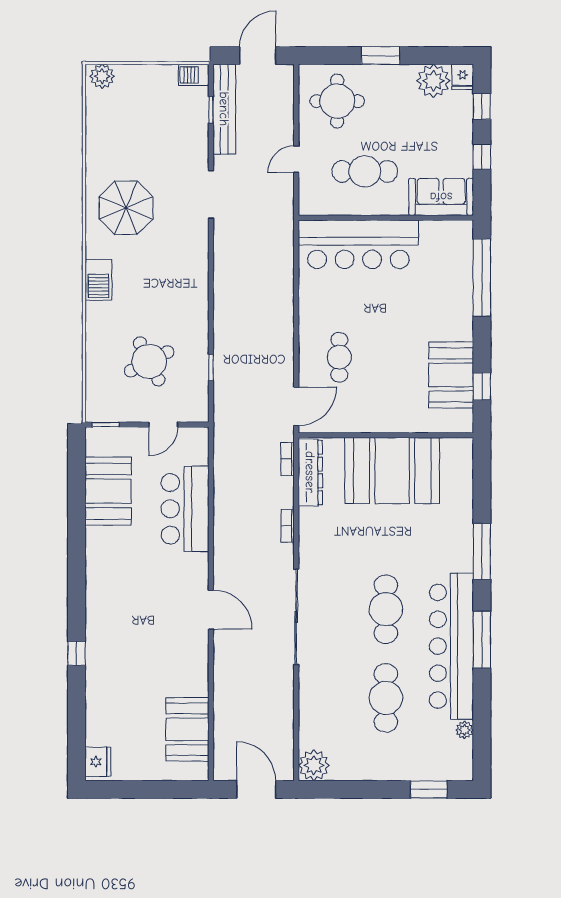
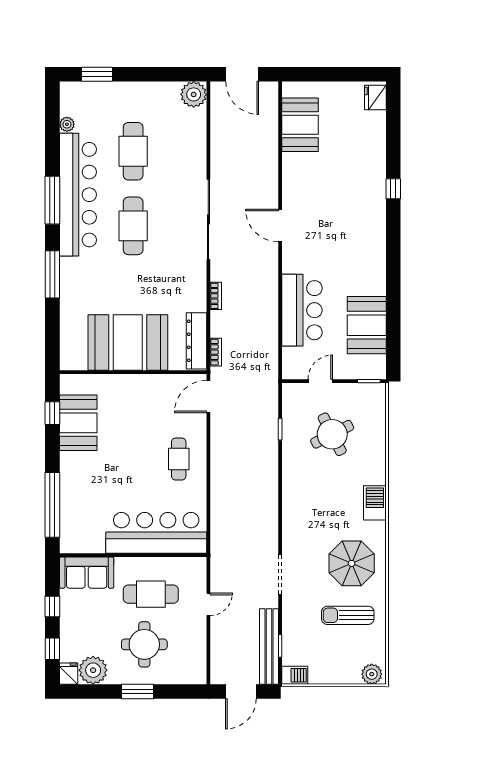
round table: (337, 101) -> (144, 644), moved
sun lounger: (131, 146) -> (348, 615), added
cafe table: (339, 357) -> (179, 459), moved

